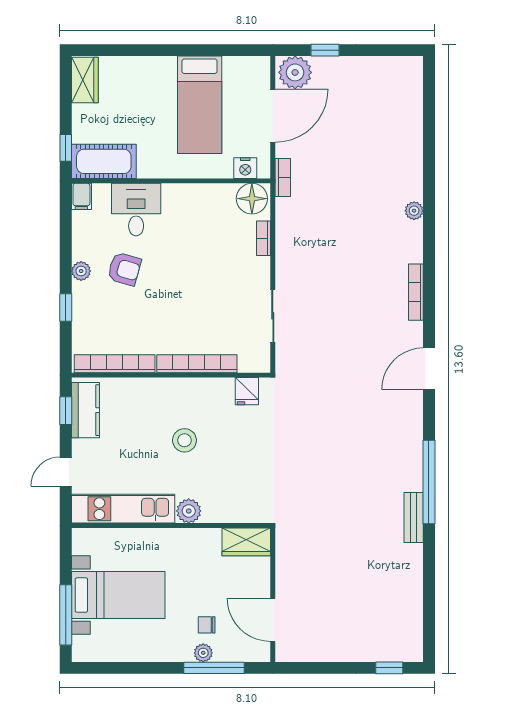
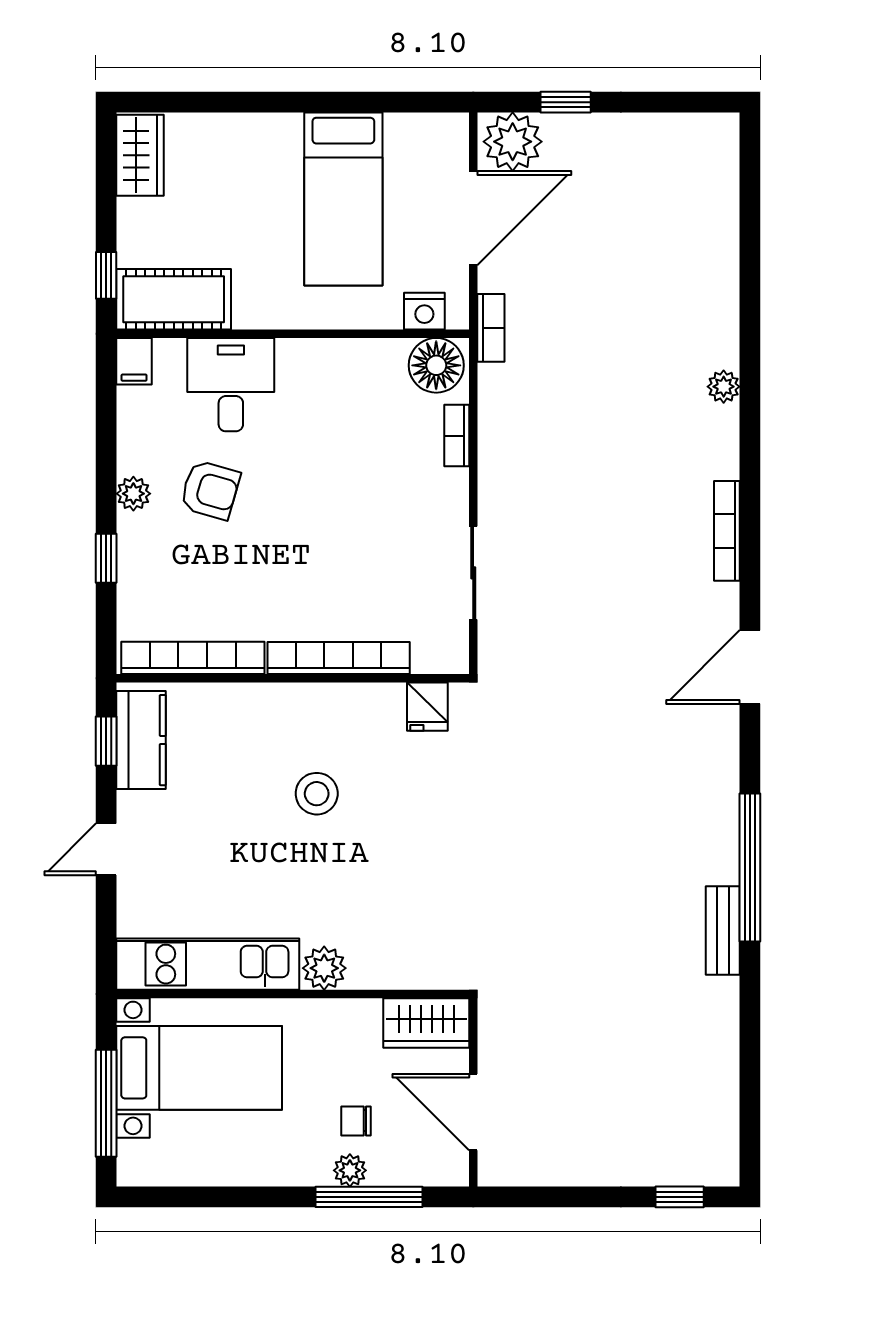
kitchen unit: (123, 509) -> (208, 964), moved
plant: (189, 511) -> (324, 968), moved
wall: (171, 526) -> (293, 994), moved
wardrobe: (246, 542) -> (426, 1023), moved

